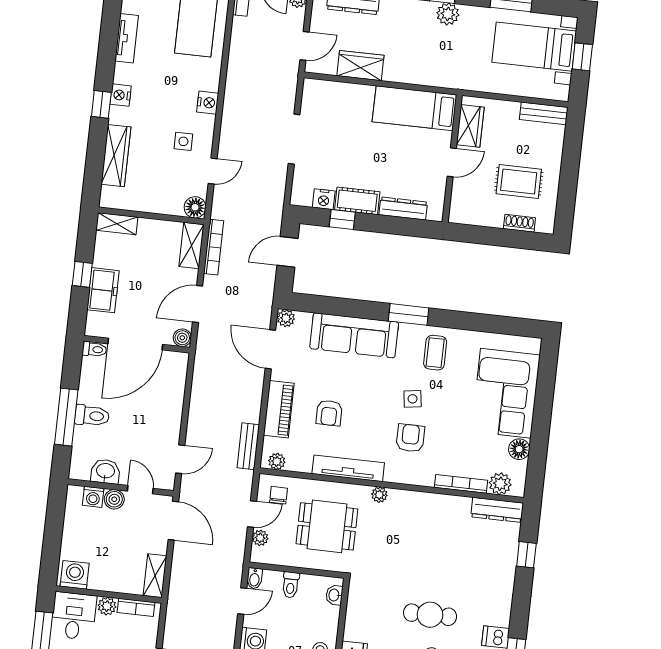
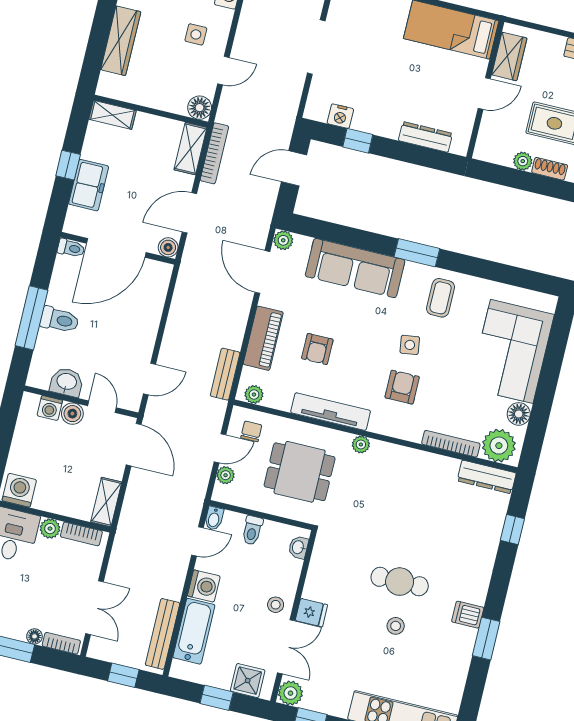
cot: (357, 201) -> (377, 122), removed
plant: (494, 219) -> (523, 161), added
plant: (500, 484) -> (499, 446), width x1.36, depth x1.36

